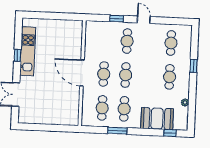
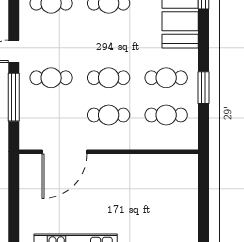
window: (117, 19) -> (14, 97), width x2.17
door: (82, 73) -> (65, 152), moved

